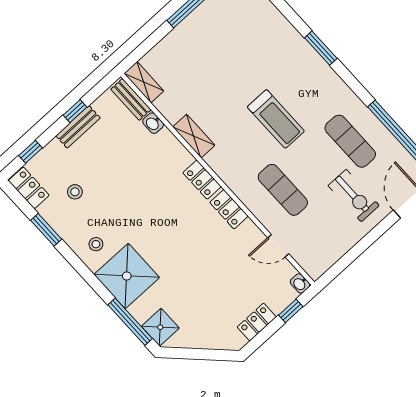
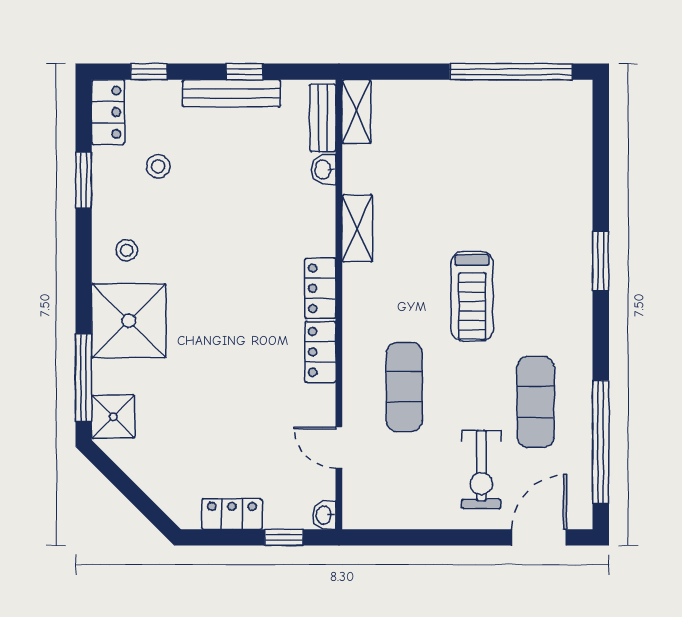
bench: (78, 127) -> (231, 93), width x1.36

